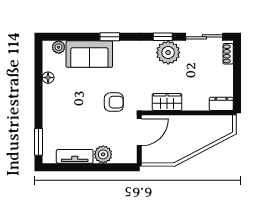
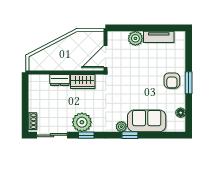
plant: (59, 47) -> (121, 127), moved
floor lamp: (48, 78) -> (181, 113), moved
armchair: (114, 102) -> (172, 81), moved, turned -90
dresser: (221, 104) -> (60, 80), moved
window: (38, 142) -> (189, 83), moved

